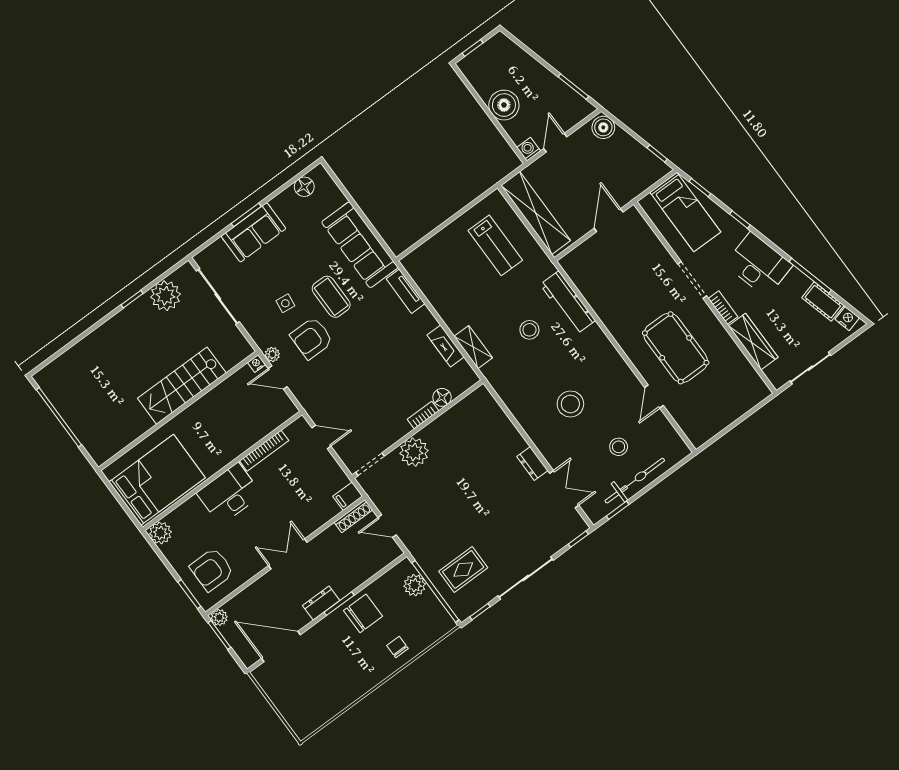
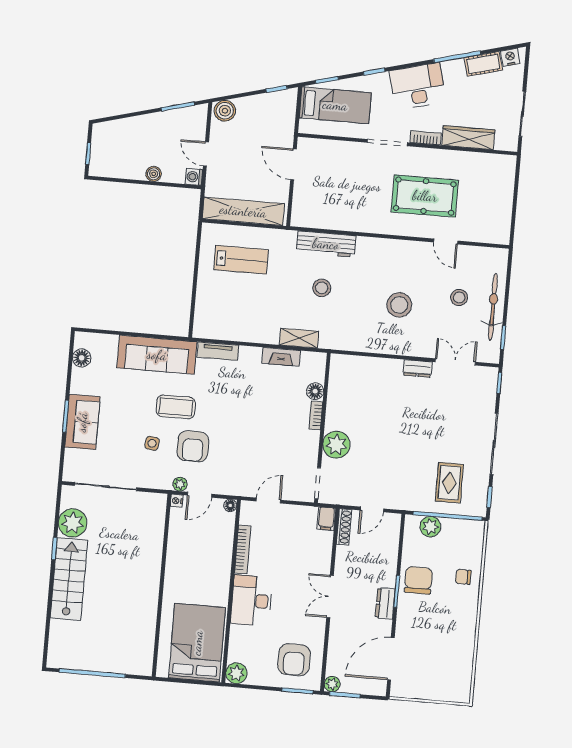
boiler: (504, 105) -> (154, 174), width x0.54, depth x0.54
stairs: (182, 386) -> (69, 579), moved, turned 180
floor lamp: (291, 410) -> (230, 505), added

